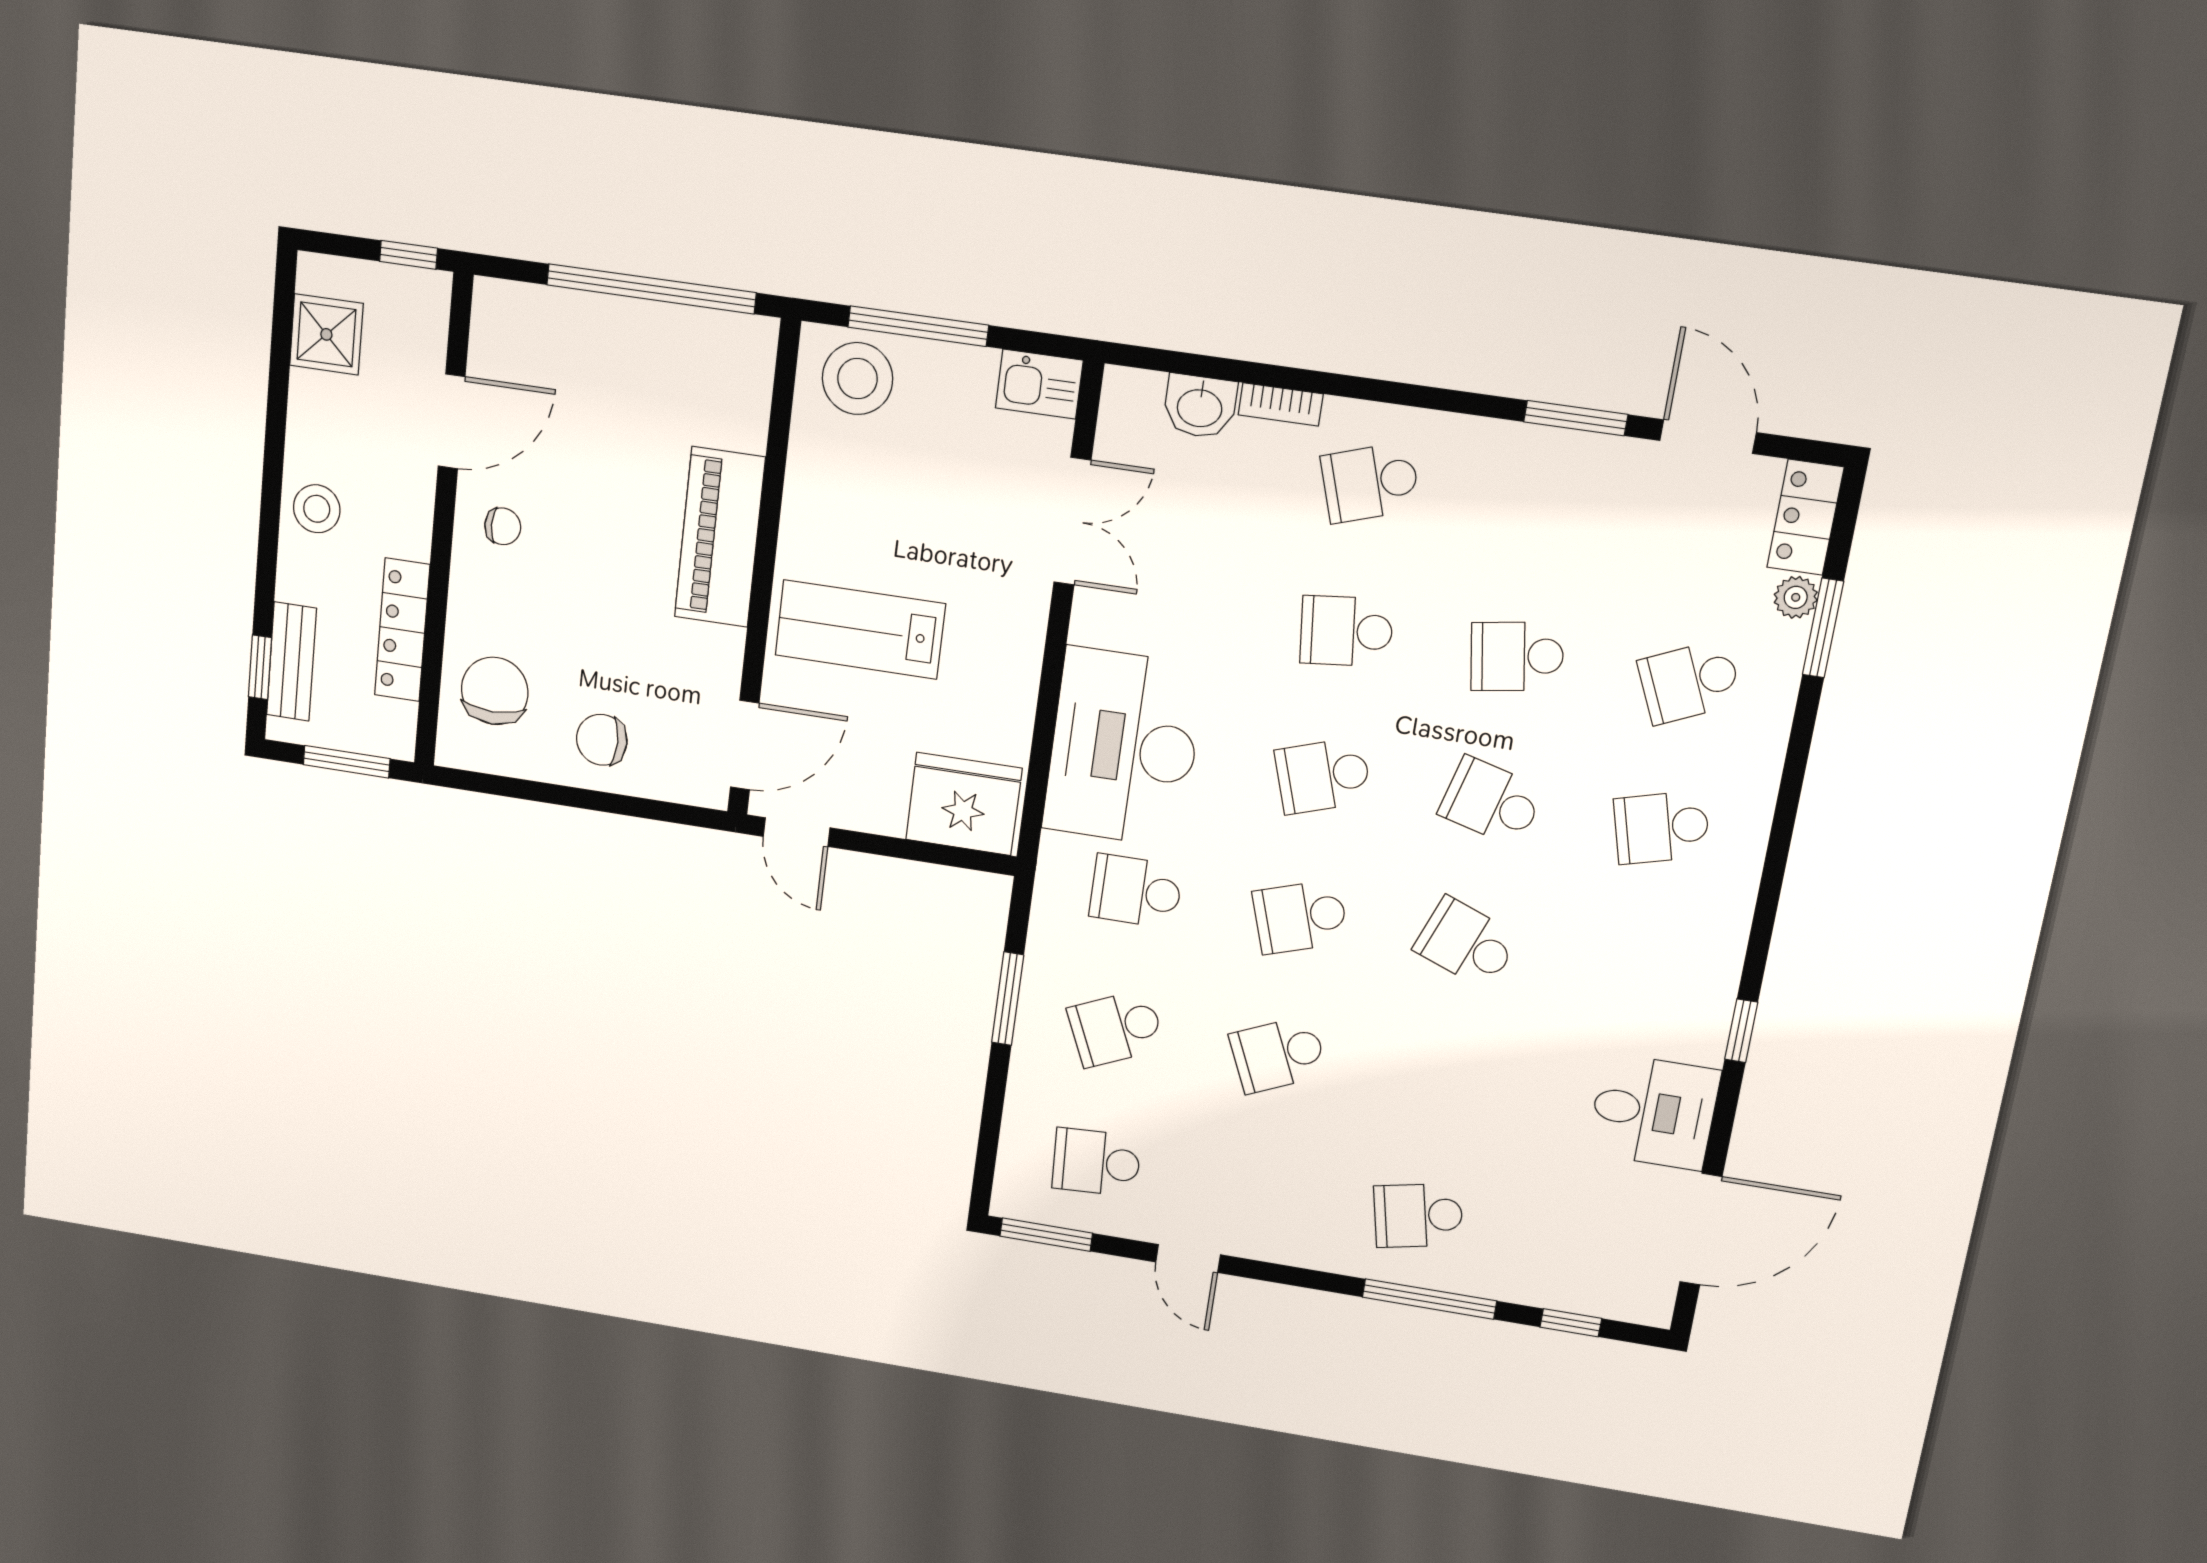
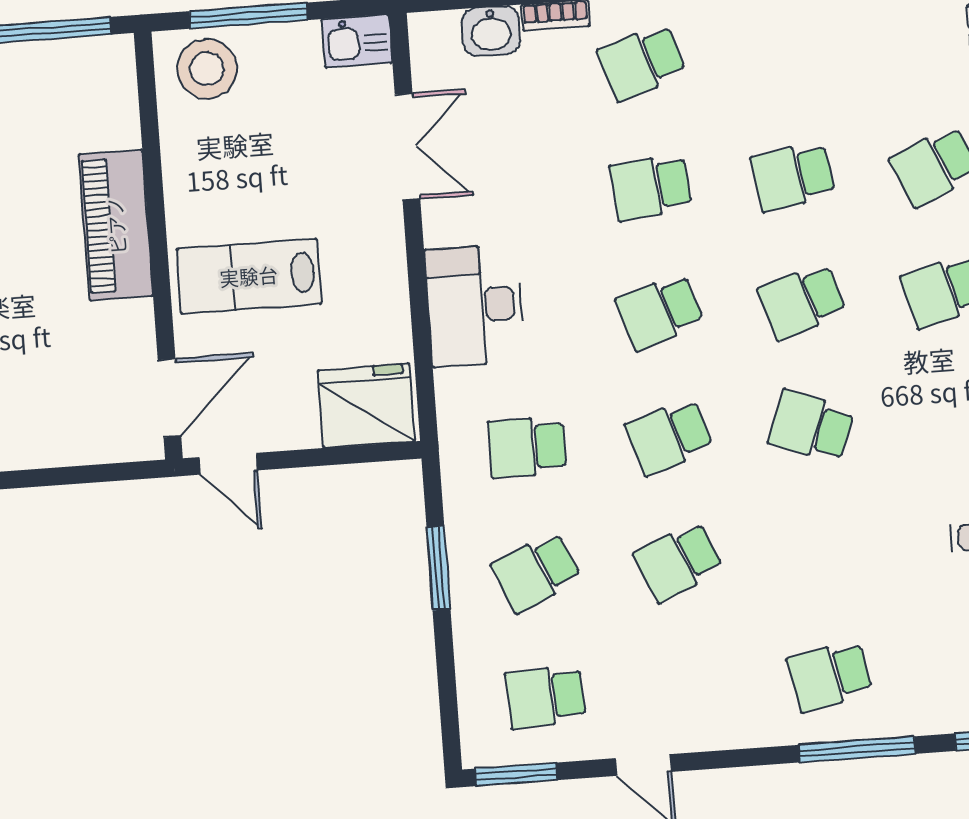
chair: (602, 740) -> (45, 422), removed
desk: (1124, 747) -> (475, 306), width x0.73, depth x0.77
school desk: (1491, 802) -> (802, 301), turned -33

